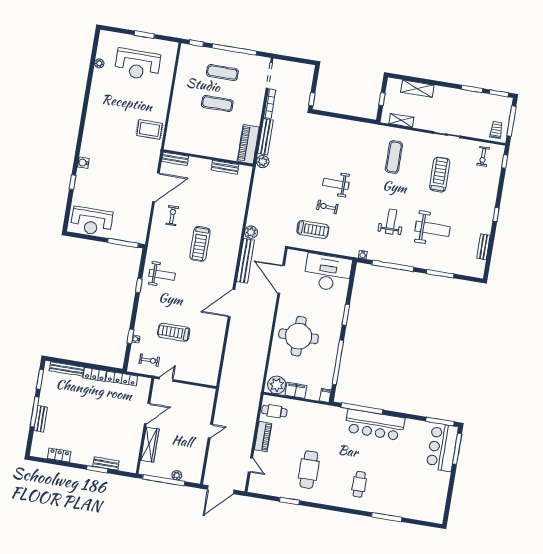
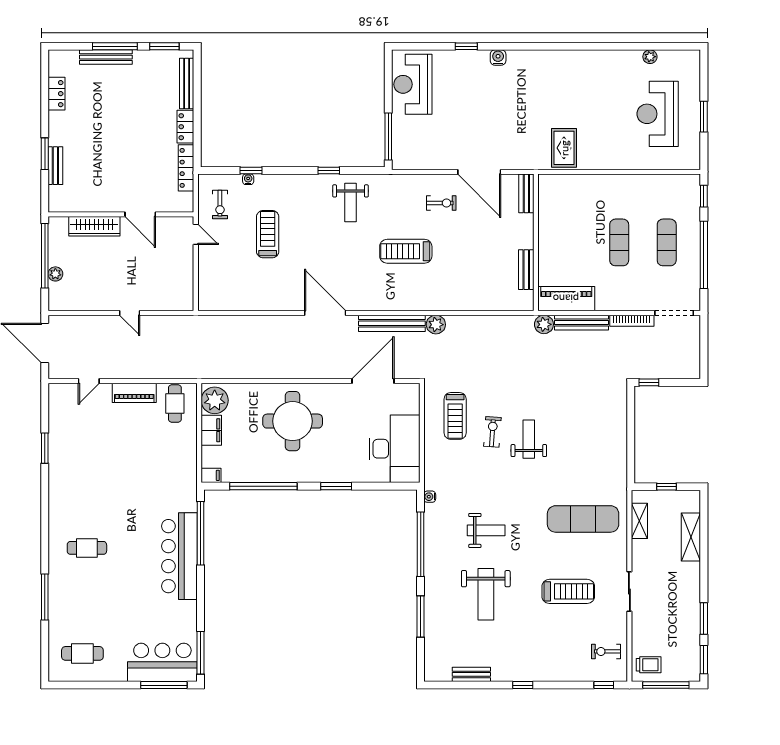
exercise mat: (394, 157) -> (583, 519), width x1.36, depth x1.45
bench: (41, 419) -> (106, 57), width x1.36
cafe table: (309, 470) -> (82, 653), moved, width x0.73, depth x0.74

